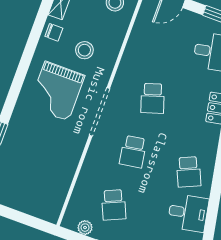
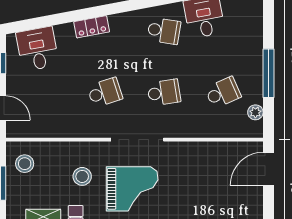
school desk: (189, 172) -> (164, 31), turned 33
door: (30, 221) -> (268, 169), added

